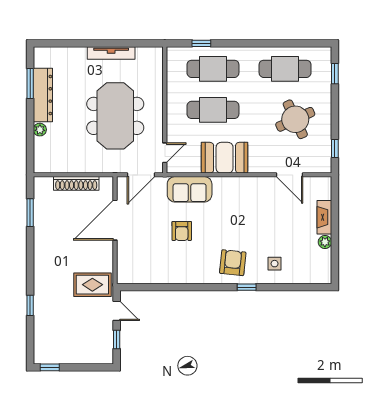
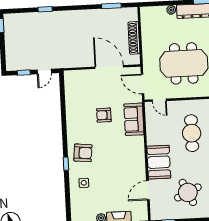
booth: (225, 158) -> (159, 162), moved
rug: (92, 285) -> (62, 53), removed

